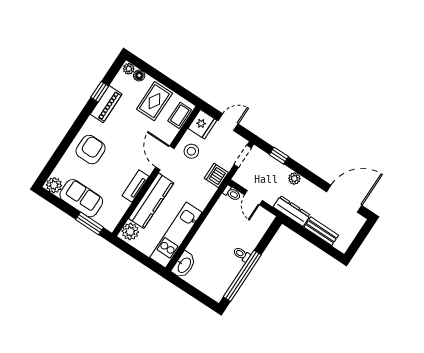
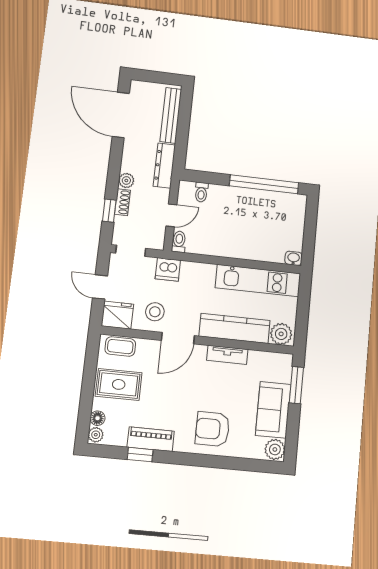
shoe rack: (280, 168) -> (122, 202), added
bench: (321, 231) -> (171, 115), width x1.36
toilet: (242, 254) -> (201, 192), moved
washbasin: (184, 265) -> (294, 258), width x0.52, depth x0.69

